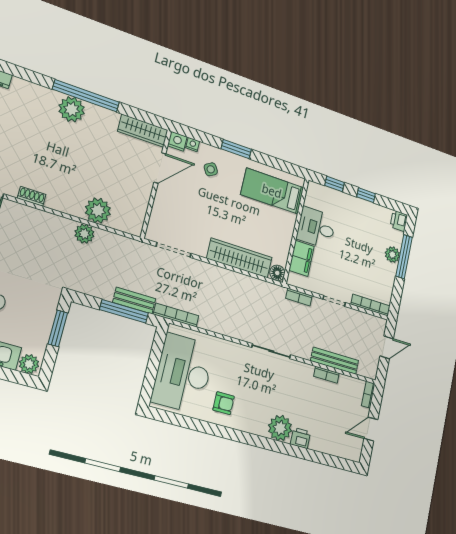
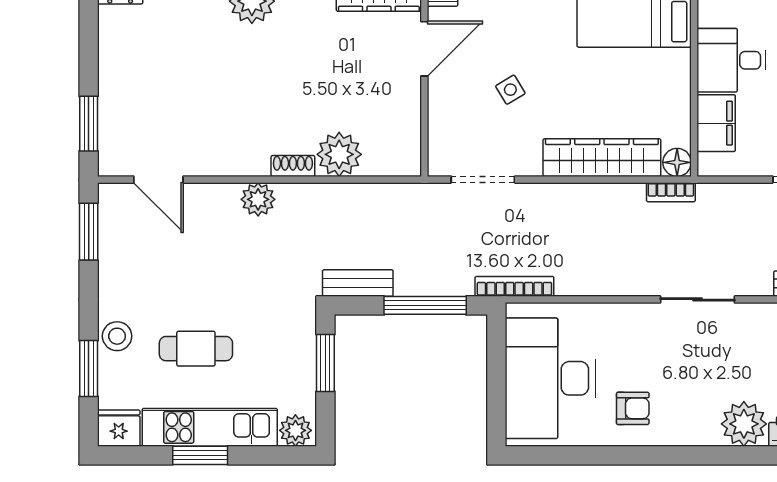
side table: (211, 169) -> (510, 90), moved
shoe rack: (32, 196) -> (293, 166), moved
plant: (84, 234) -> (258, 199), moved
bookcase: (299, 297) -> (671, 192), moved
bench: (134, 301) -> (358, 283), moved

